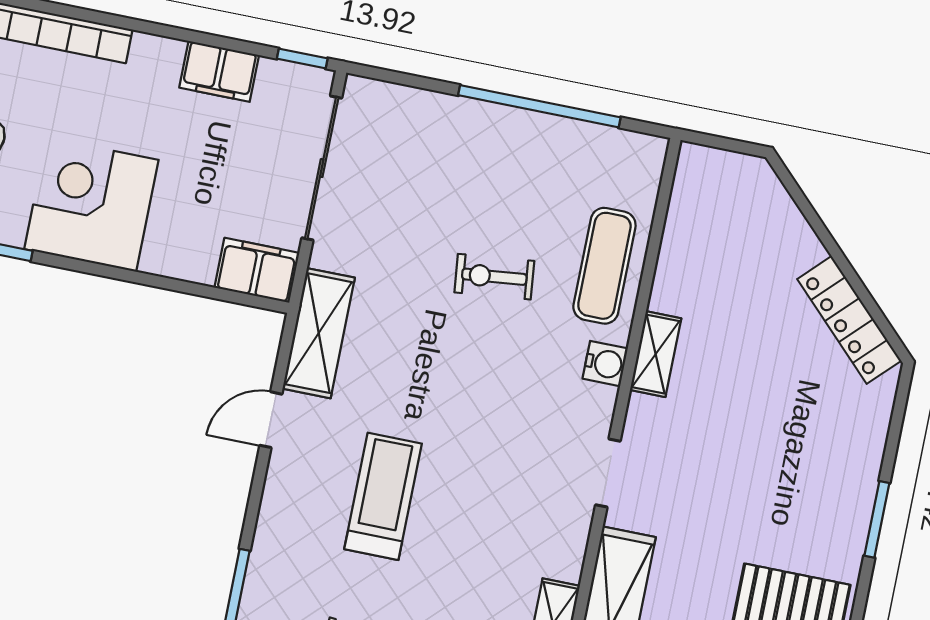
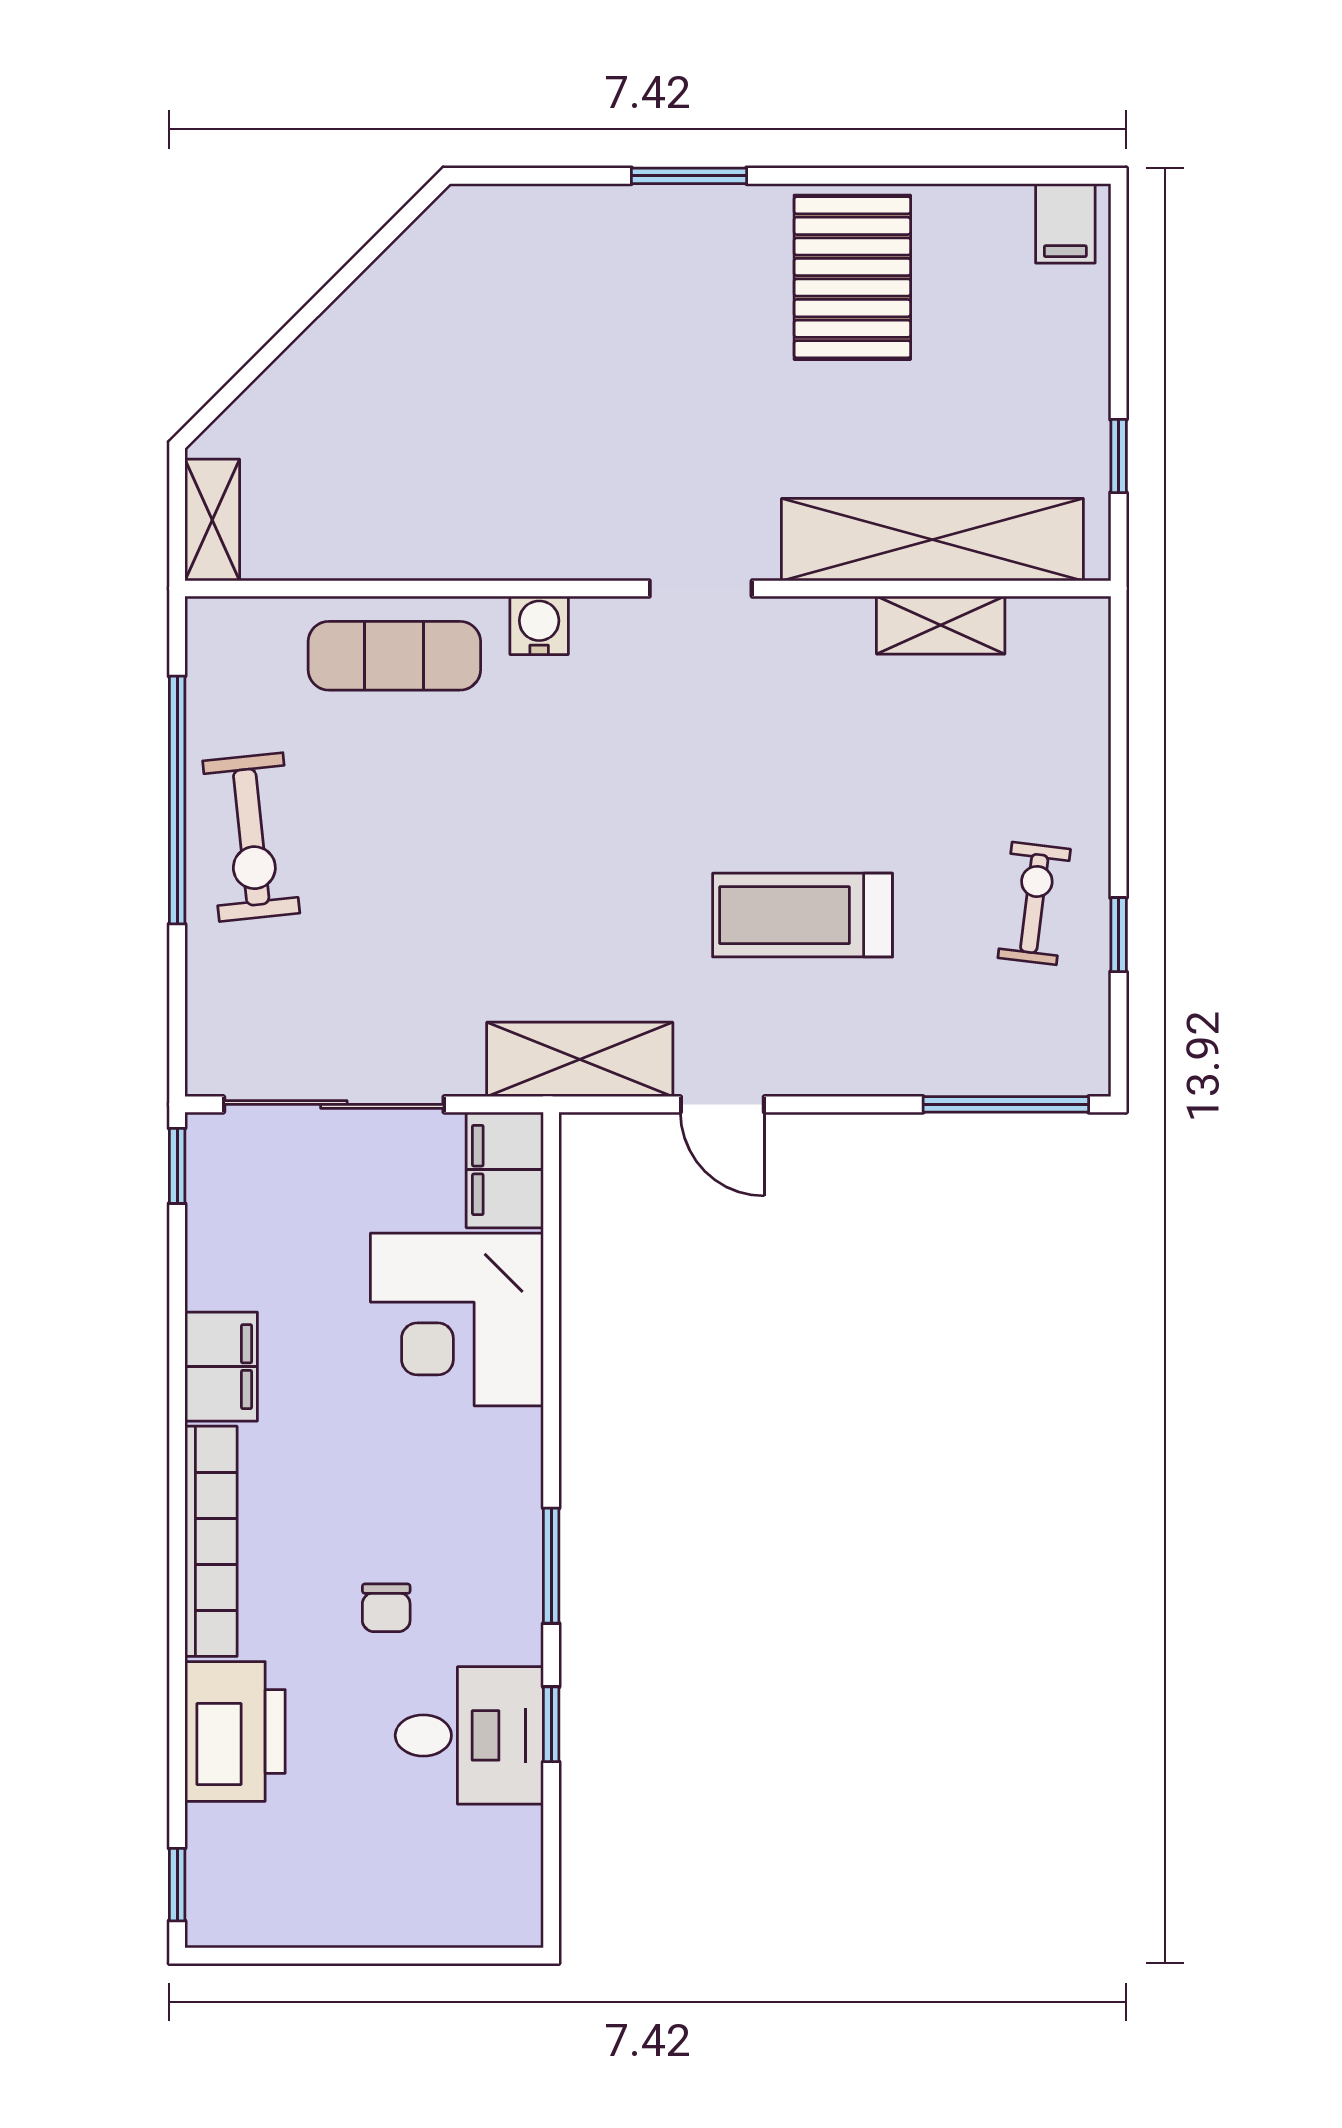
filing cabinet: (219, 71) -> (221, 1367), moved
corner desk: (91, 205) -> (457, 1319), moved
exercise bike: (494, 277) -> (251, 837), moved, width x1.38, depth x1.39
locker: (849, 320) -> (402, 276), removed
shelving: (656, 354) -> (212, 520), moved, turned 90

